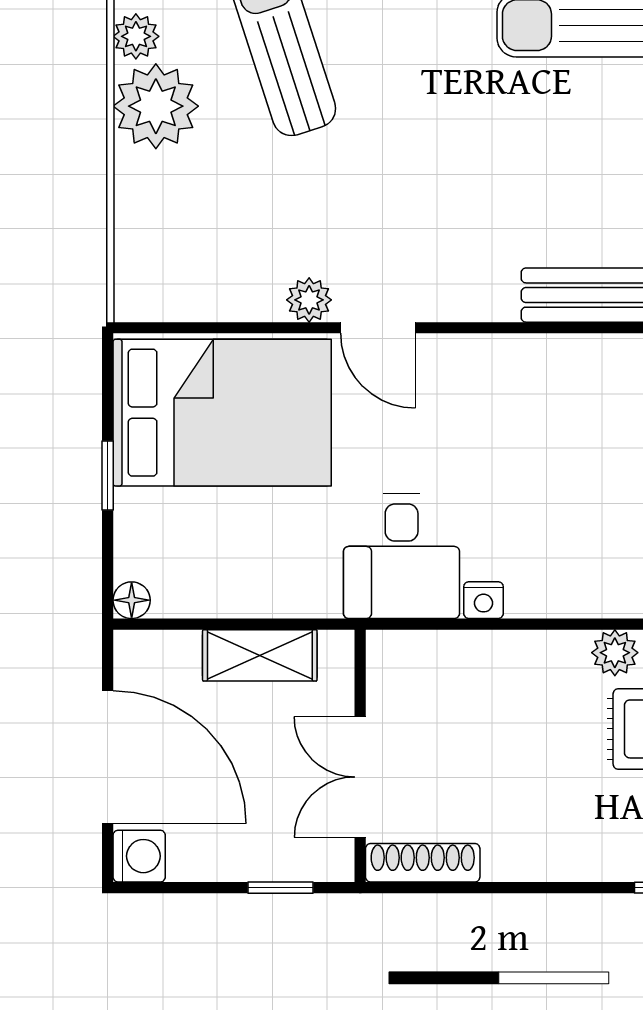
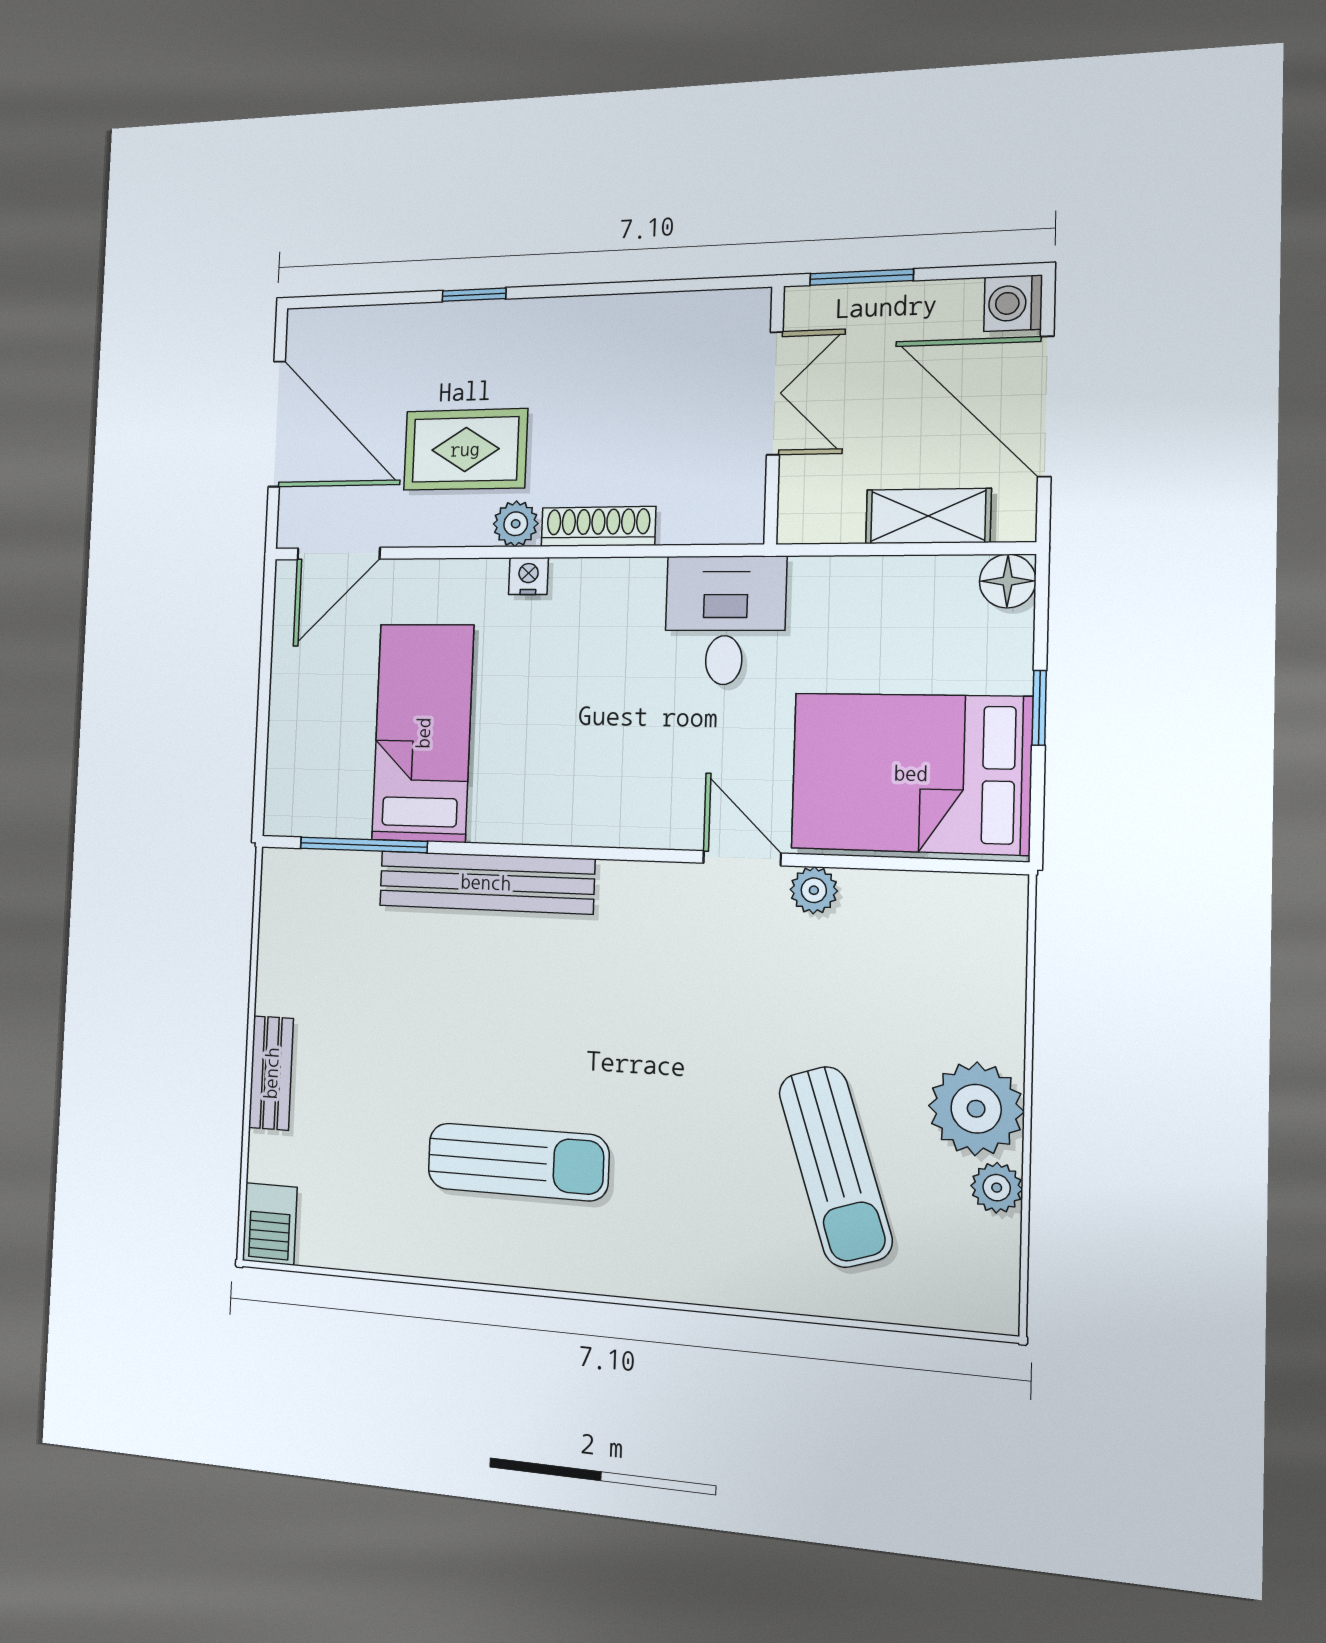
floor lamp: (132, 600) -> (1008, 581), width x1.37, depth x1.37
nightstand: (484, 600) -> (528, 576), moved
shelving: (260, 655) -> (928, 516), moved
shoe rack: (423, 863) -> (598, 526), moved, turned 180
window: (280, 888) -> (862, 277), width x1.50

